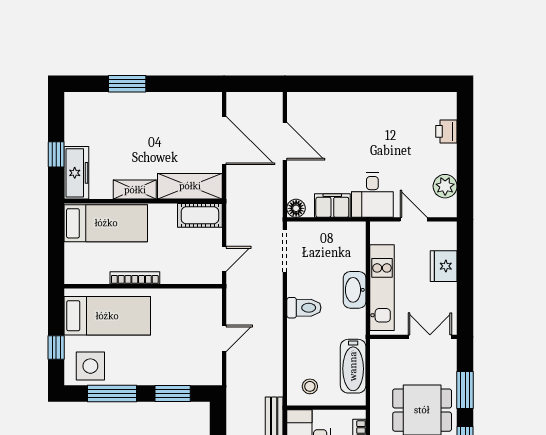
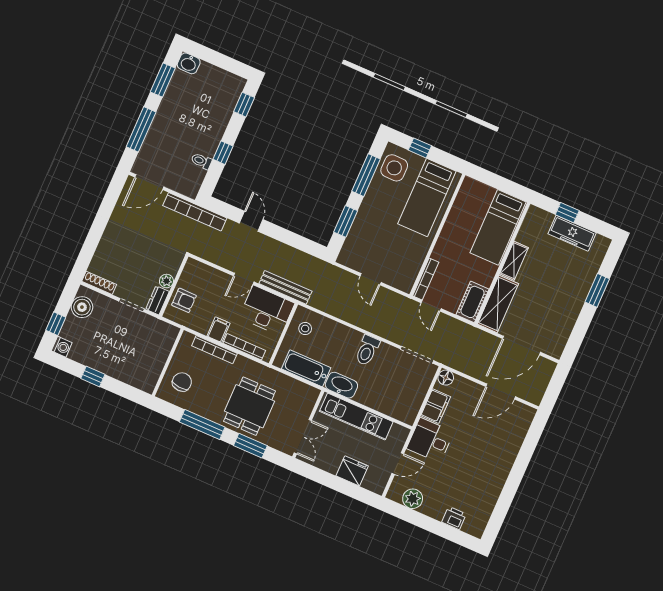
freezer: (76, 173) -> (572, 233), moved
bookcase: (135, 278) -> (426, 279), moved
washbasin: (355, 290) -> (341, 385), moved

